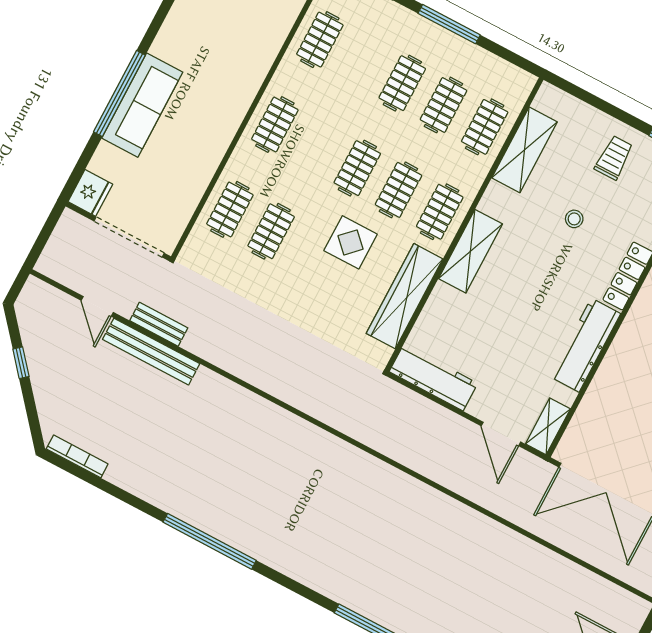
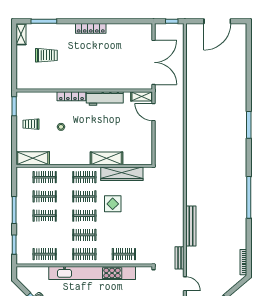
kitchen unit: (225, 120) -> (92, 273), added
shelving: (525, 150) -> (33, 158), moved
clothes rail: (271, 231) -> (84, 235), moved
shelving: (470, 251) -> (106, 158), moved
door: (97, 306) -> (185, 284), hinge flipped
bench: (151, 352) -> (191, 226), moved
workbench: (433, 377) -> (146, 148), removed
door: (501, 434) -> (153, 112), swing flipped

